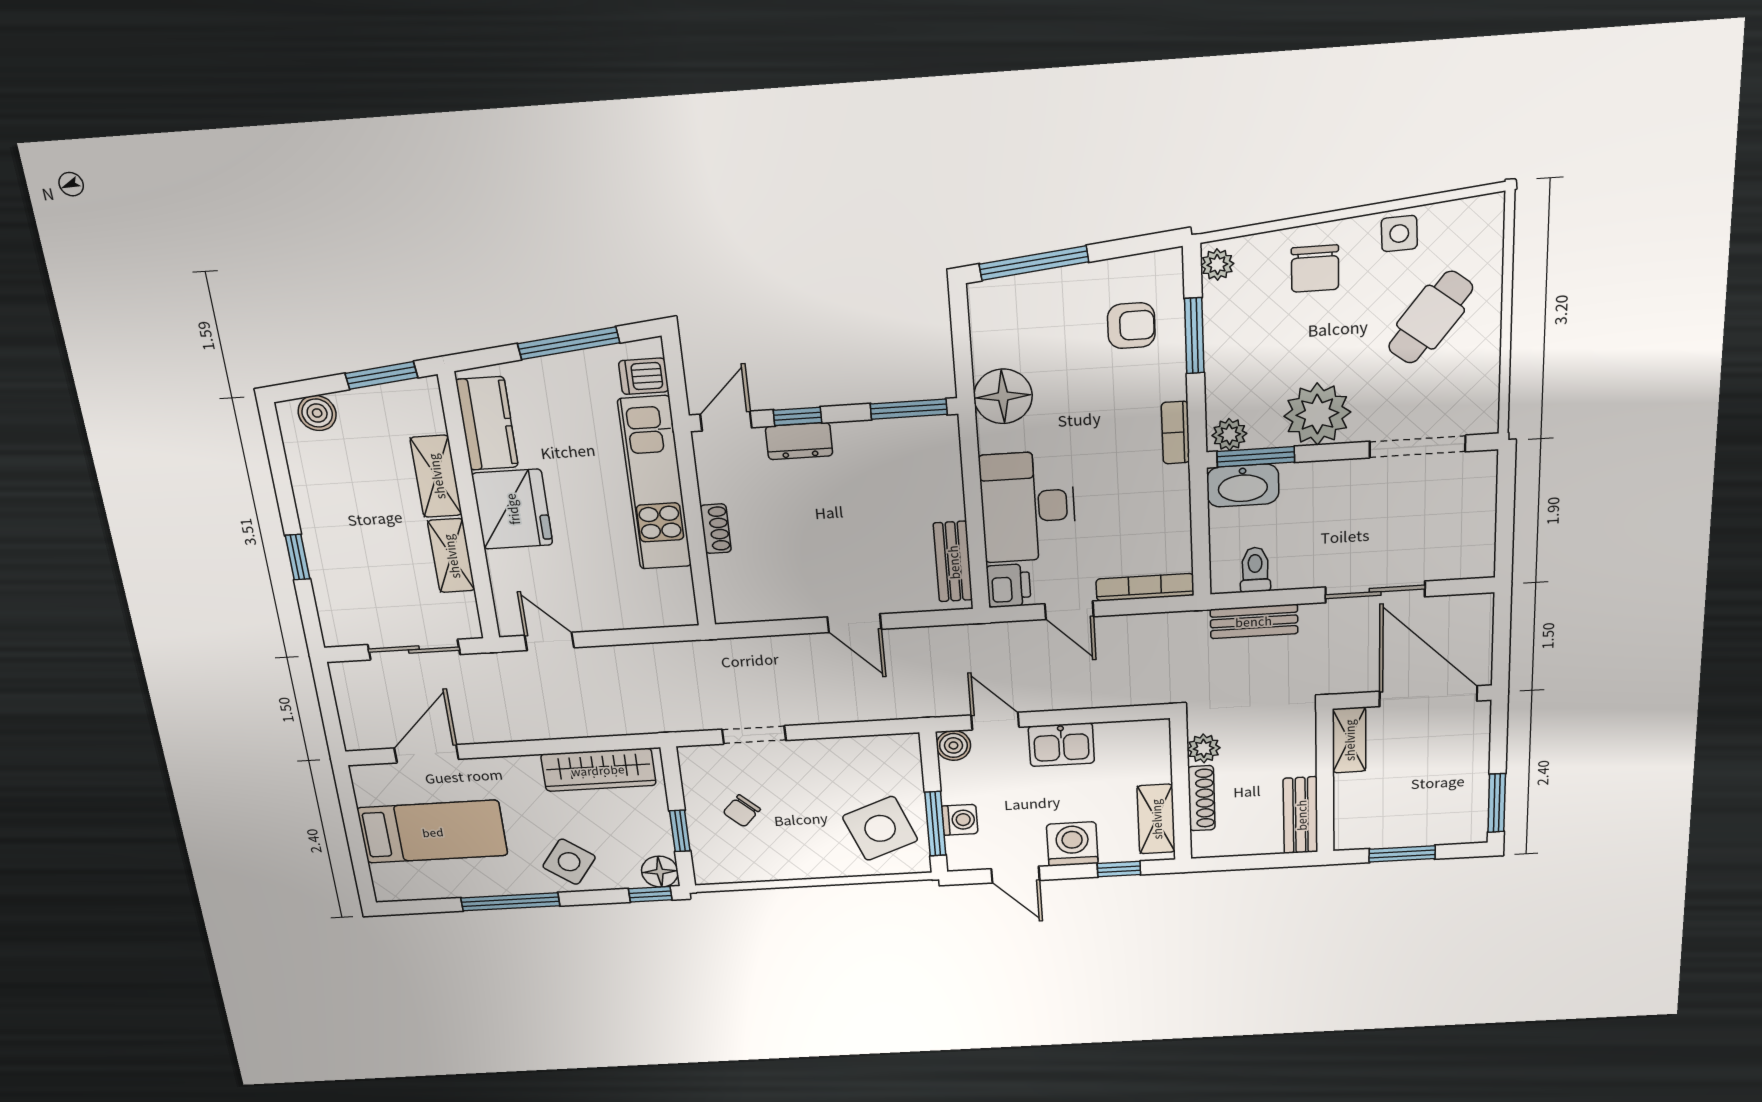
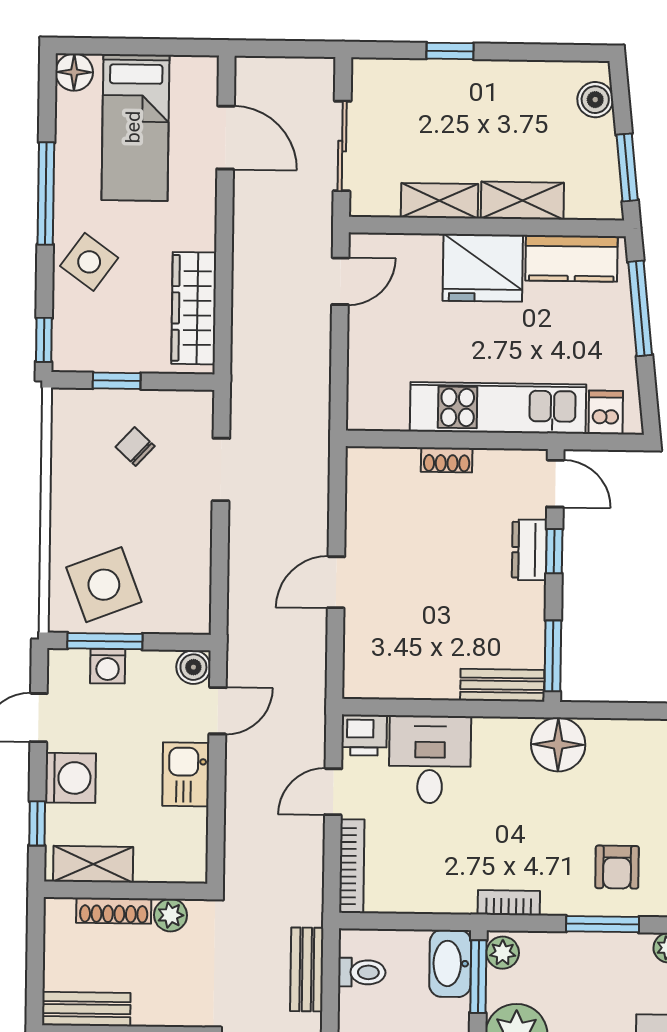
window: (568, 343) -> (640, 308), moved
desk: (1028, 507) -> (430, 759), width x0.73
bench: (953, 562) -> (502, 685), moved
floor lamp: (660, 872) -> (74, 72), moved

